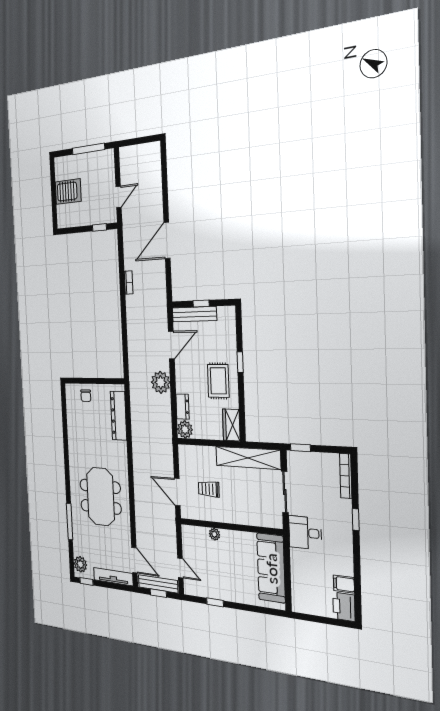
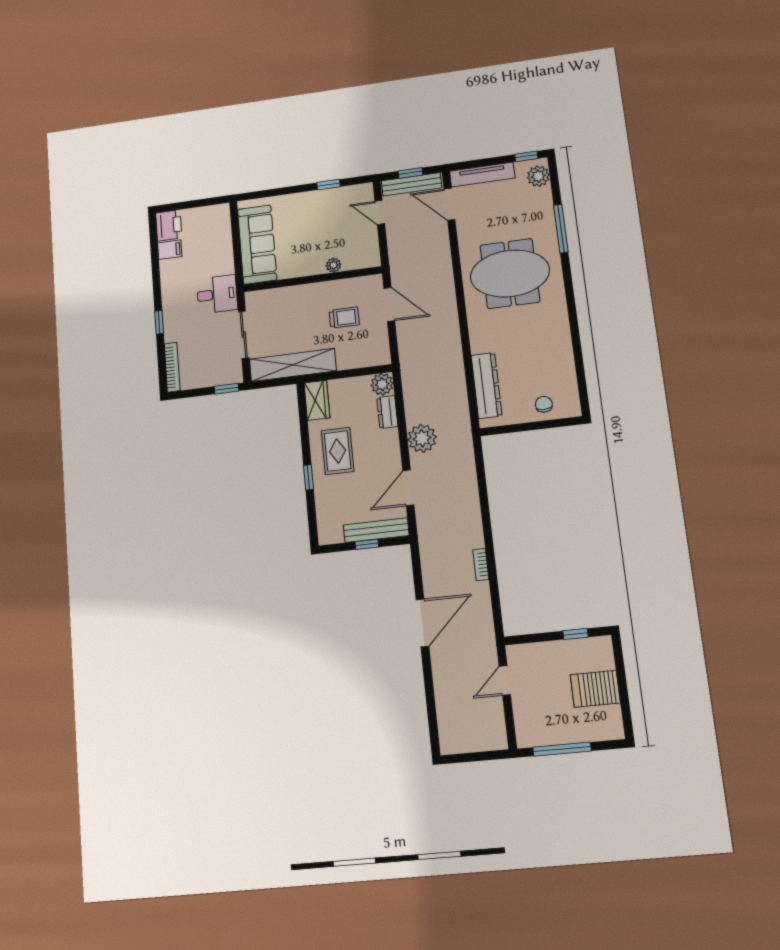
window: (100, 227) -> (576, 634), moved
meeting table: (101, 497) -> (510, 273), turned 90

